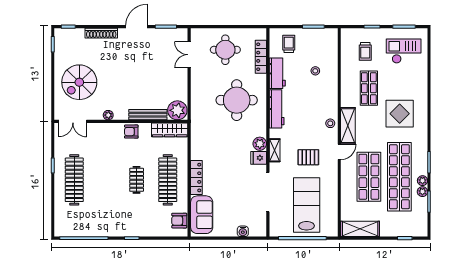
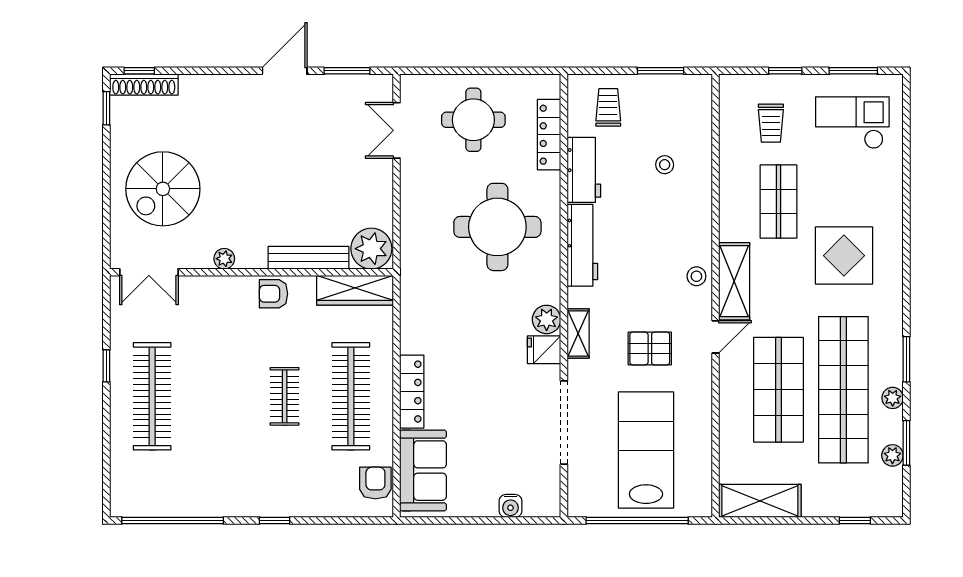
shoe rack: (101, 33) -> (144, 85), moved
plant: (422, 192) -> (892, 455), moved
armchair: (179, 221) -> (375, 483), turned 90

